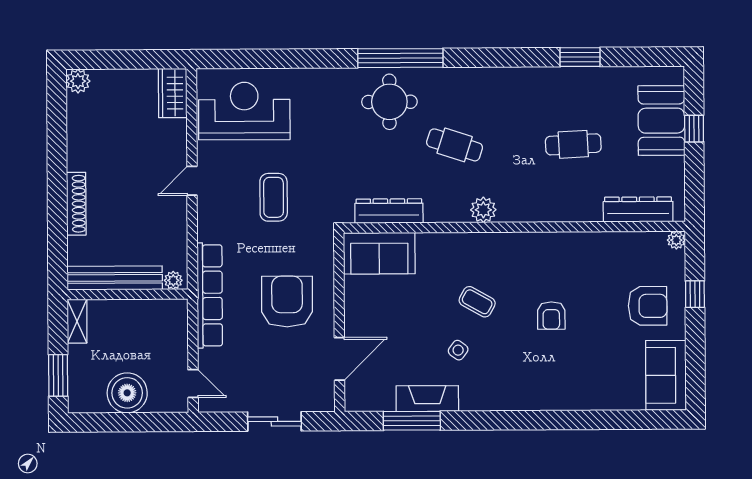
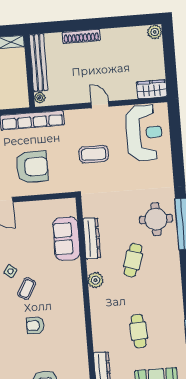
dresser: (389, 211) -> (92, 238), moved
sofa: (379, 253) -> (66, 239), moved
coffee table: (477, 302) -> (27, 289), moved

